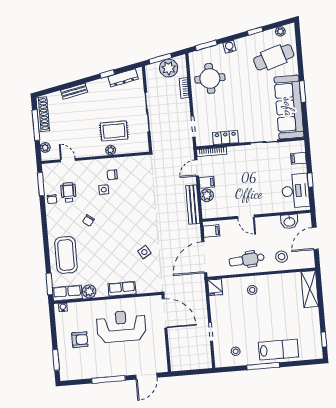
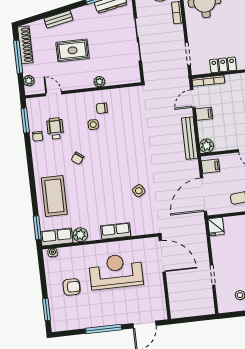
rug: (114, 131) -> (73, 50), moved
plant: (207, 195) -> (207, 146), moved

